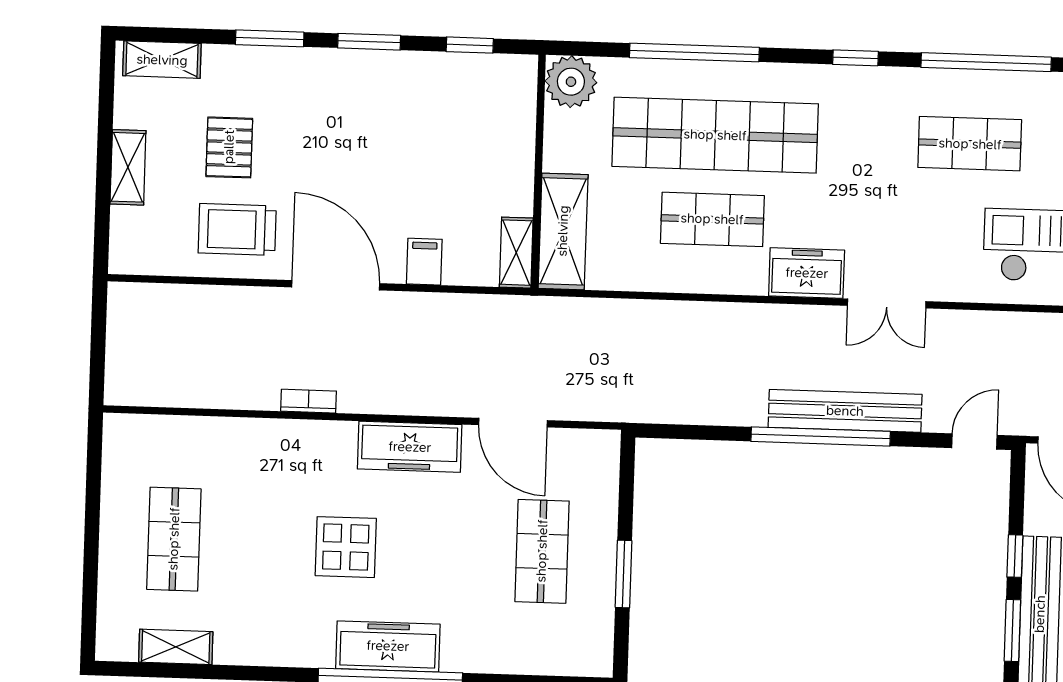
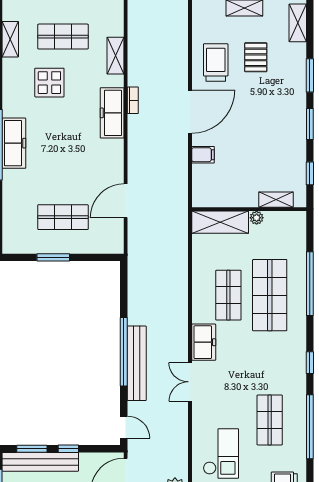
plant: (571, 82) -> (257, 218), moved, width x0.53, depth x0.53
shop shelf: (715, 135) -> (270, 295), width x0.71
pallet: (229, 147) -> (256, 57), turned 90
shelving: (516, 253) -> (276, 200), moved
shelving: (216, 433) -> (115, 56), added
freezer: (410, 447) -> (112, 113), moved
display table: (346, 547) -> (49, 83), moved

